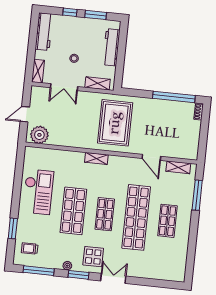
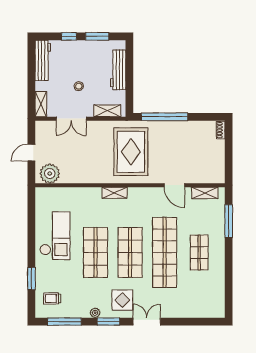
window: (174, 97) -> (164, 117), moved
shop shelf: (105, 214) -> (130, 252), width x1.43, depth x1.36

